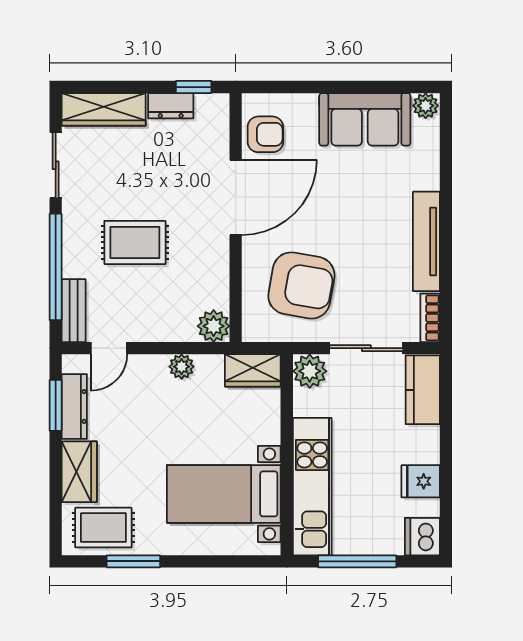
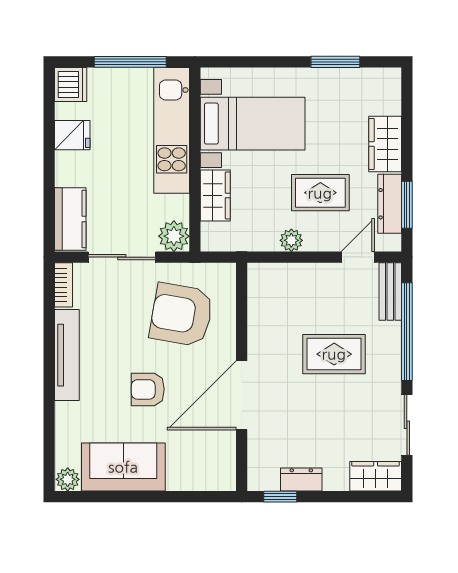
wardrobe: (104, 109) -> (376, 476), width x0.67
armchair: (265, 134) -> (148, 389), moved
plant: (214, 326) -> (262, 277), removed
wardrobe: (253, 370) -> (215, 195), moved, turned 90
rug: (103, 528) -> (320, 193), moved

